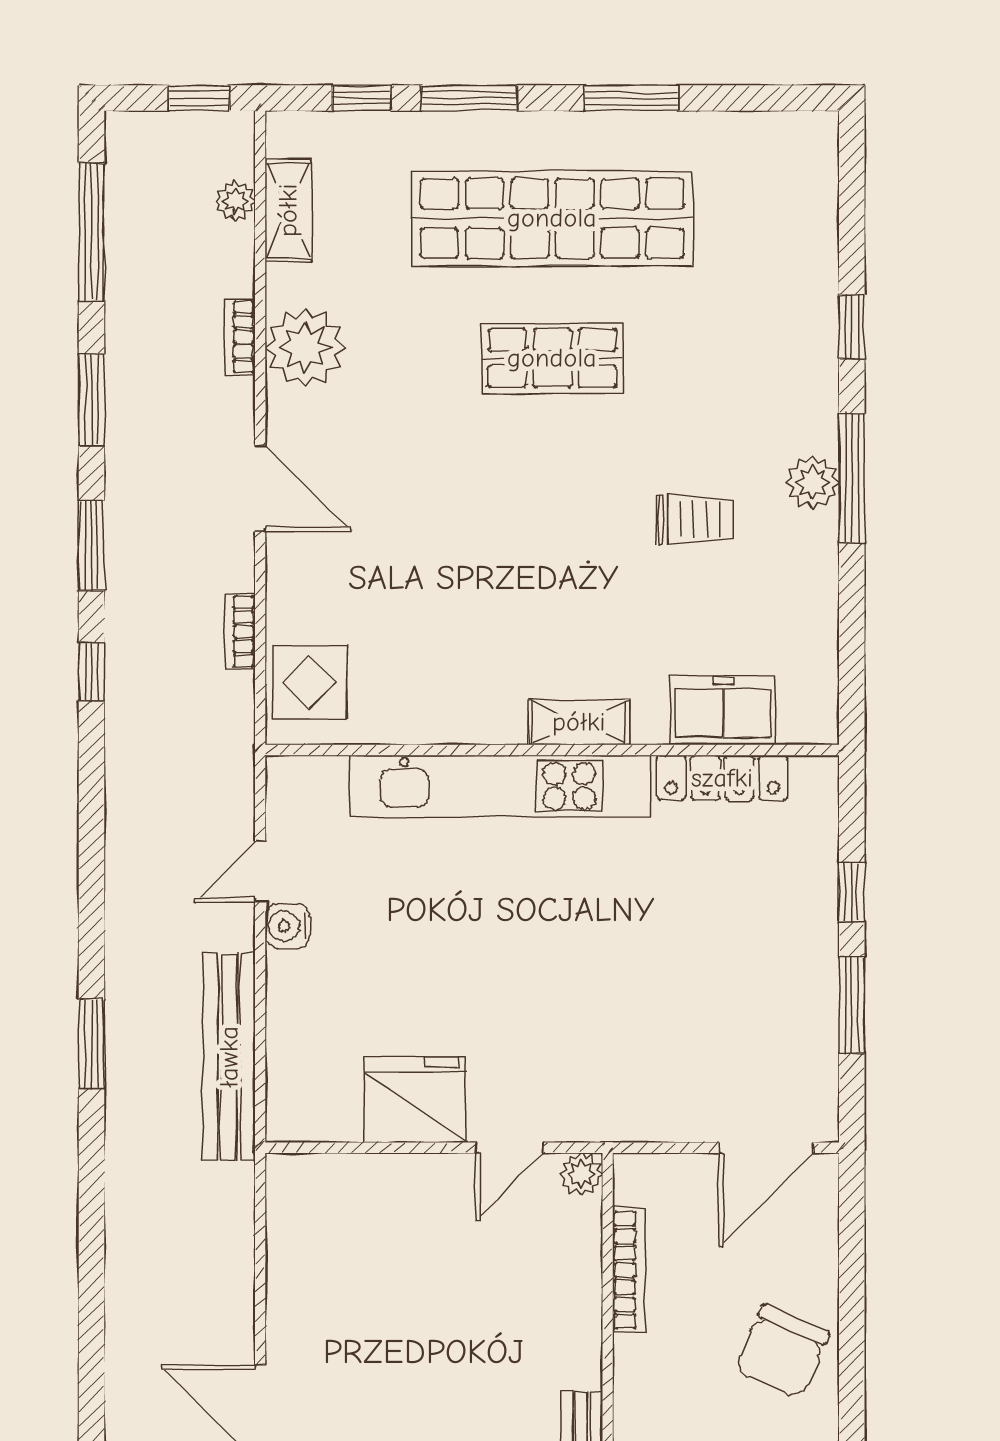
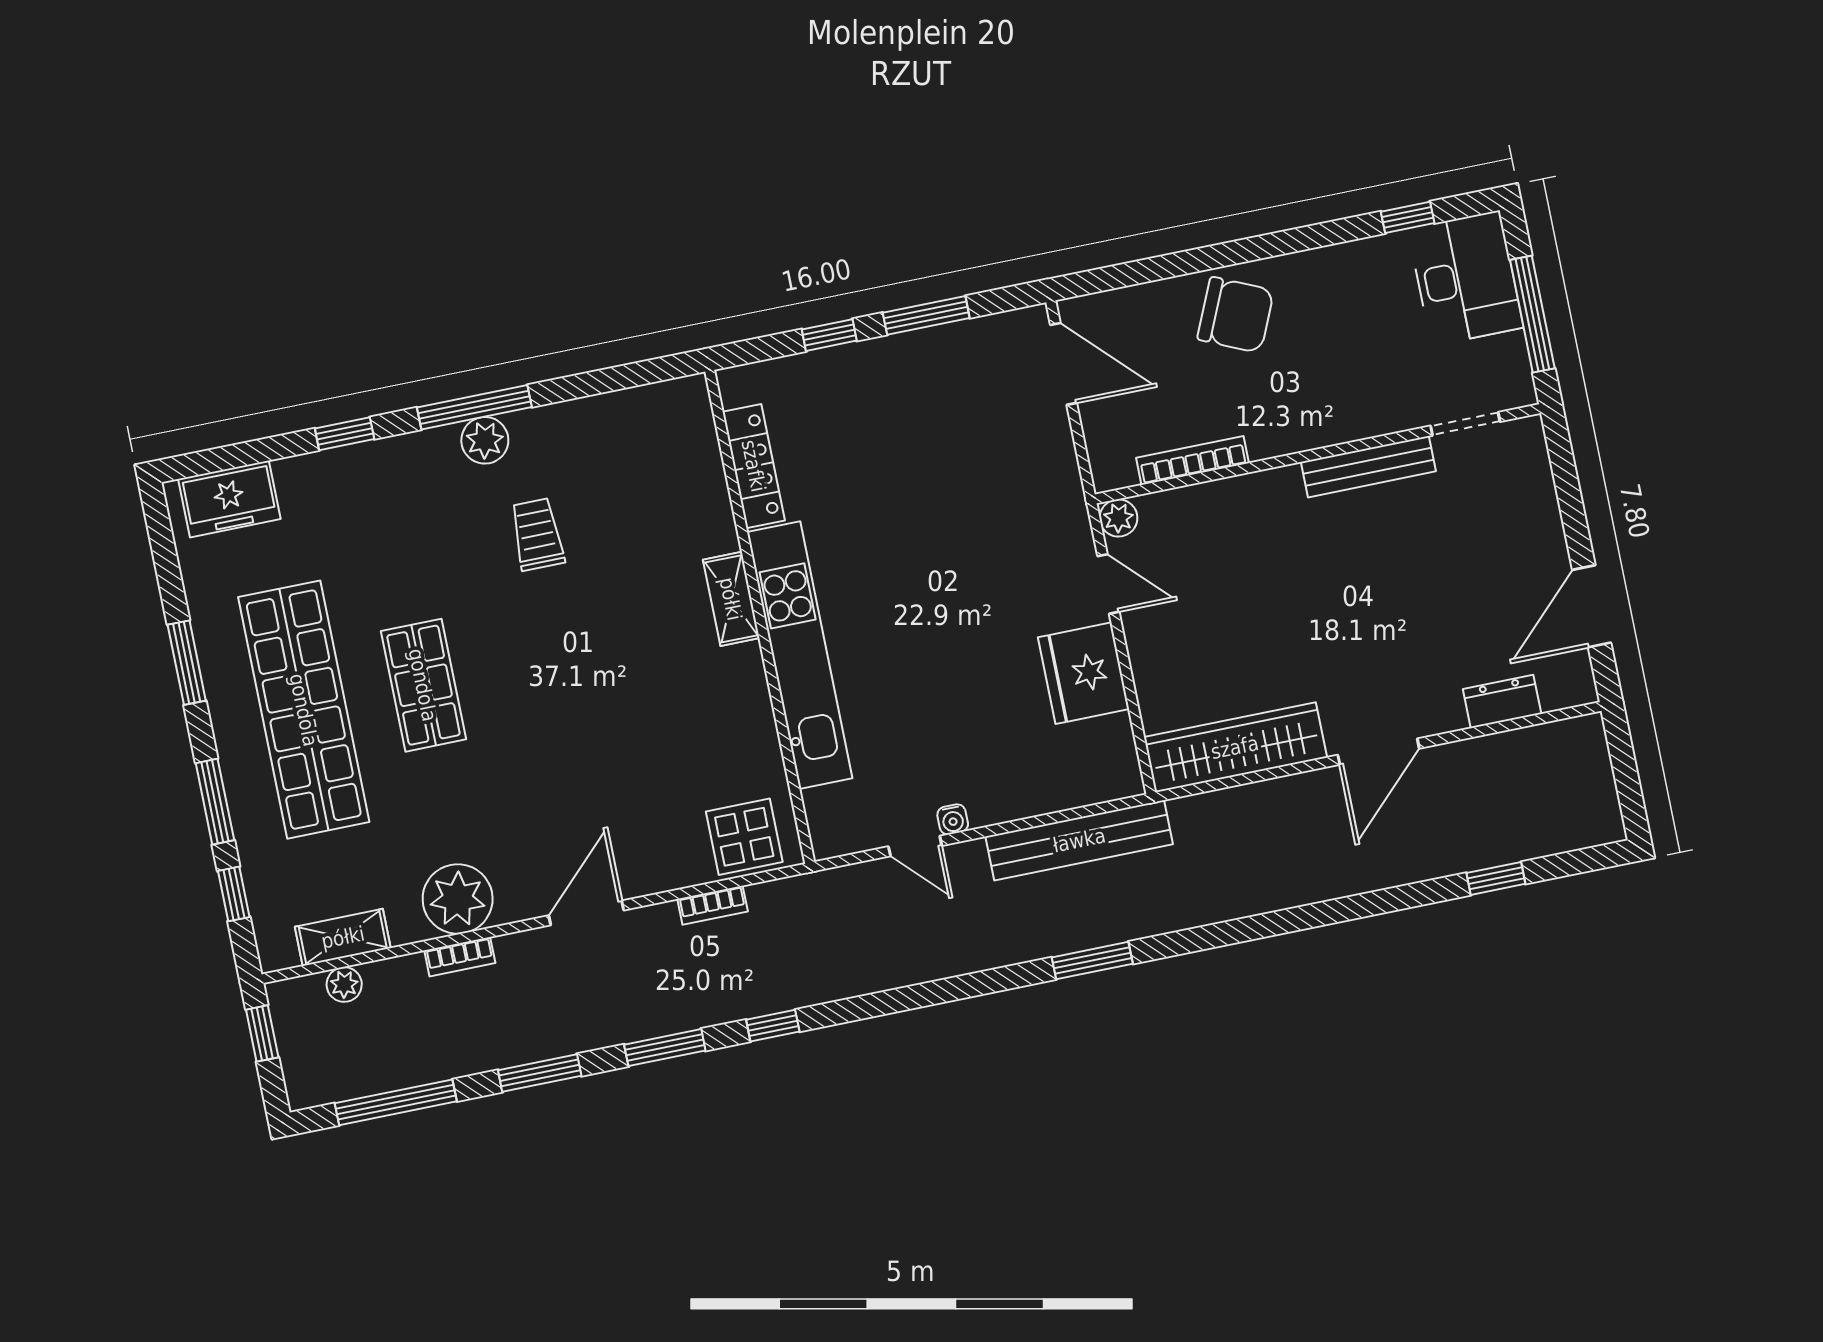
freezer: (723, 711) -> (229, 499), moved, turned -90
water cooler: (288, 926) -> (953, 819), width x0.72, depth x0.72
wardrobe: (298, 1253) -> (1235, 747), added

